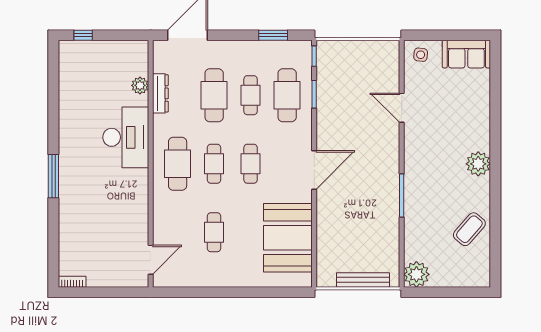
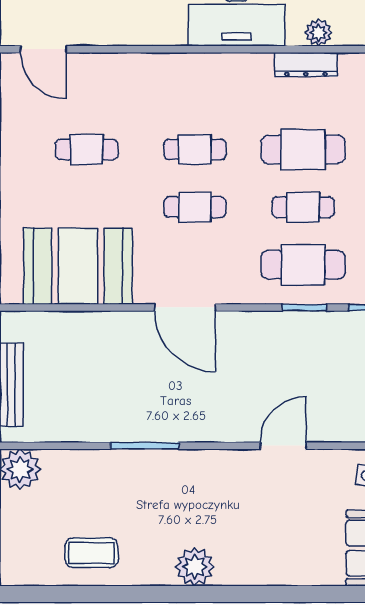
cafe table: (178, 164) -> (195, 92), removed
coffee table: (469, 229) -> (91, 553), turned -41

